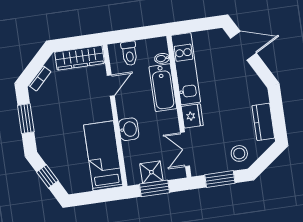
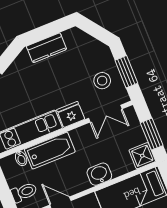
kitchen counter: (263, 122) -> (47, 48), moved
stool: (239, 153) -> (102, 81), moved
shower: (151, 172) -> (142, 156), moved

